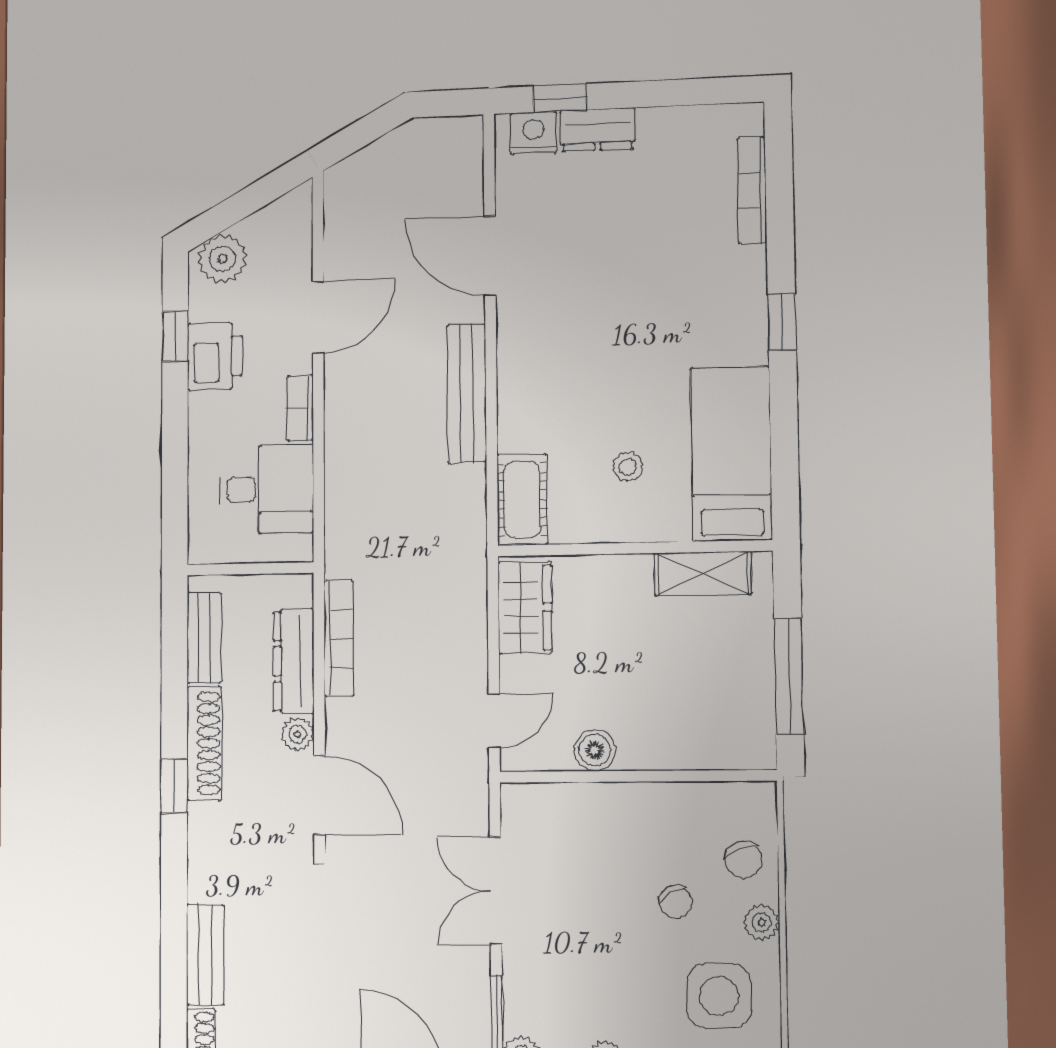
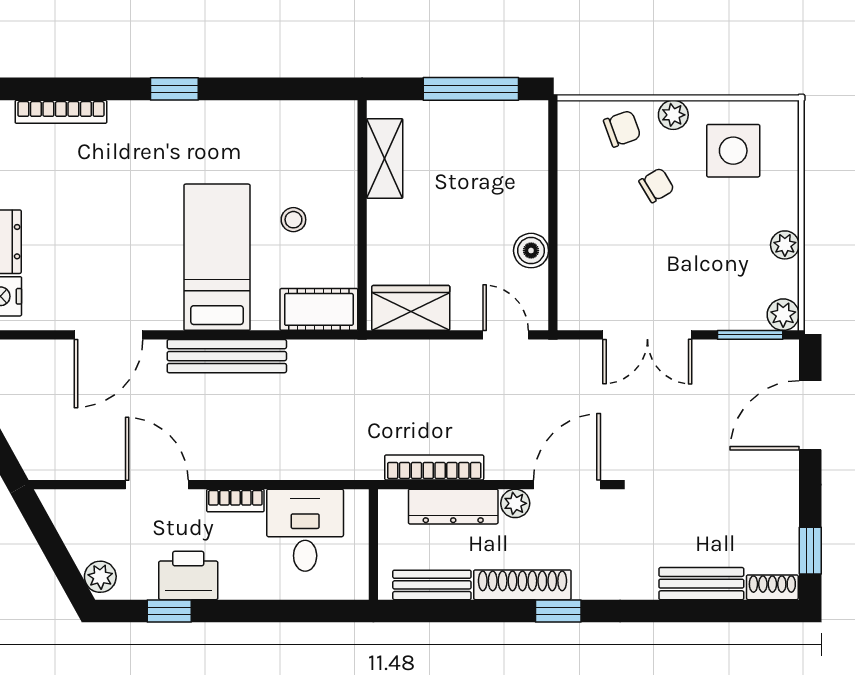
plant: (223, 259) -> (100, 577), width x0.73, depth x0.73
bed: (731, 454) -> (217, 257), moved, turned 90

